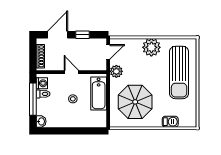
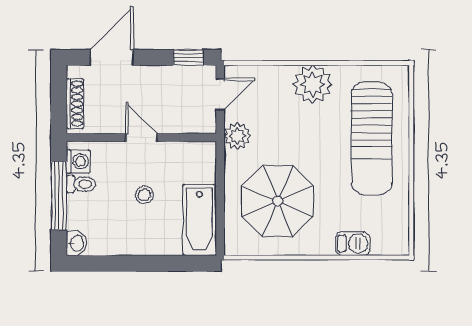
window: (82, 35) -> (188, 57), moved
bathtub: (99, 94) -> (200, 220), moved

